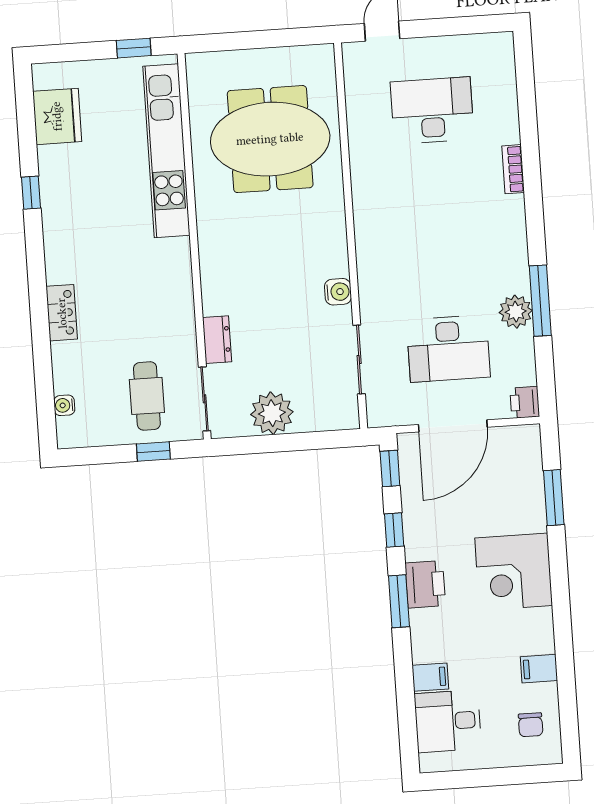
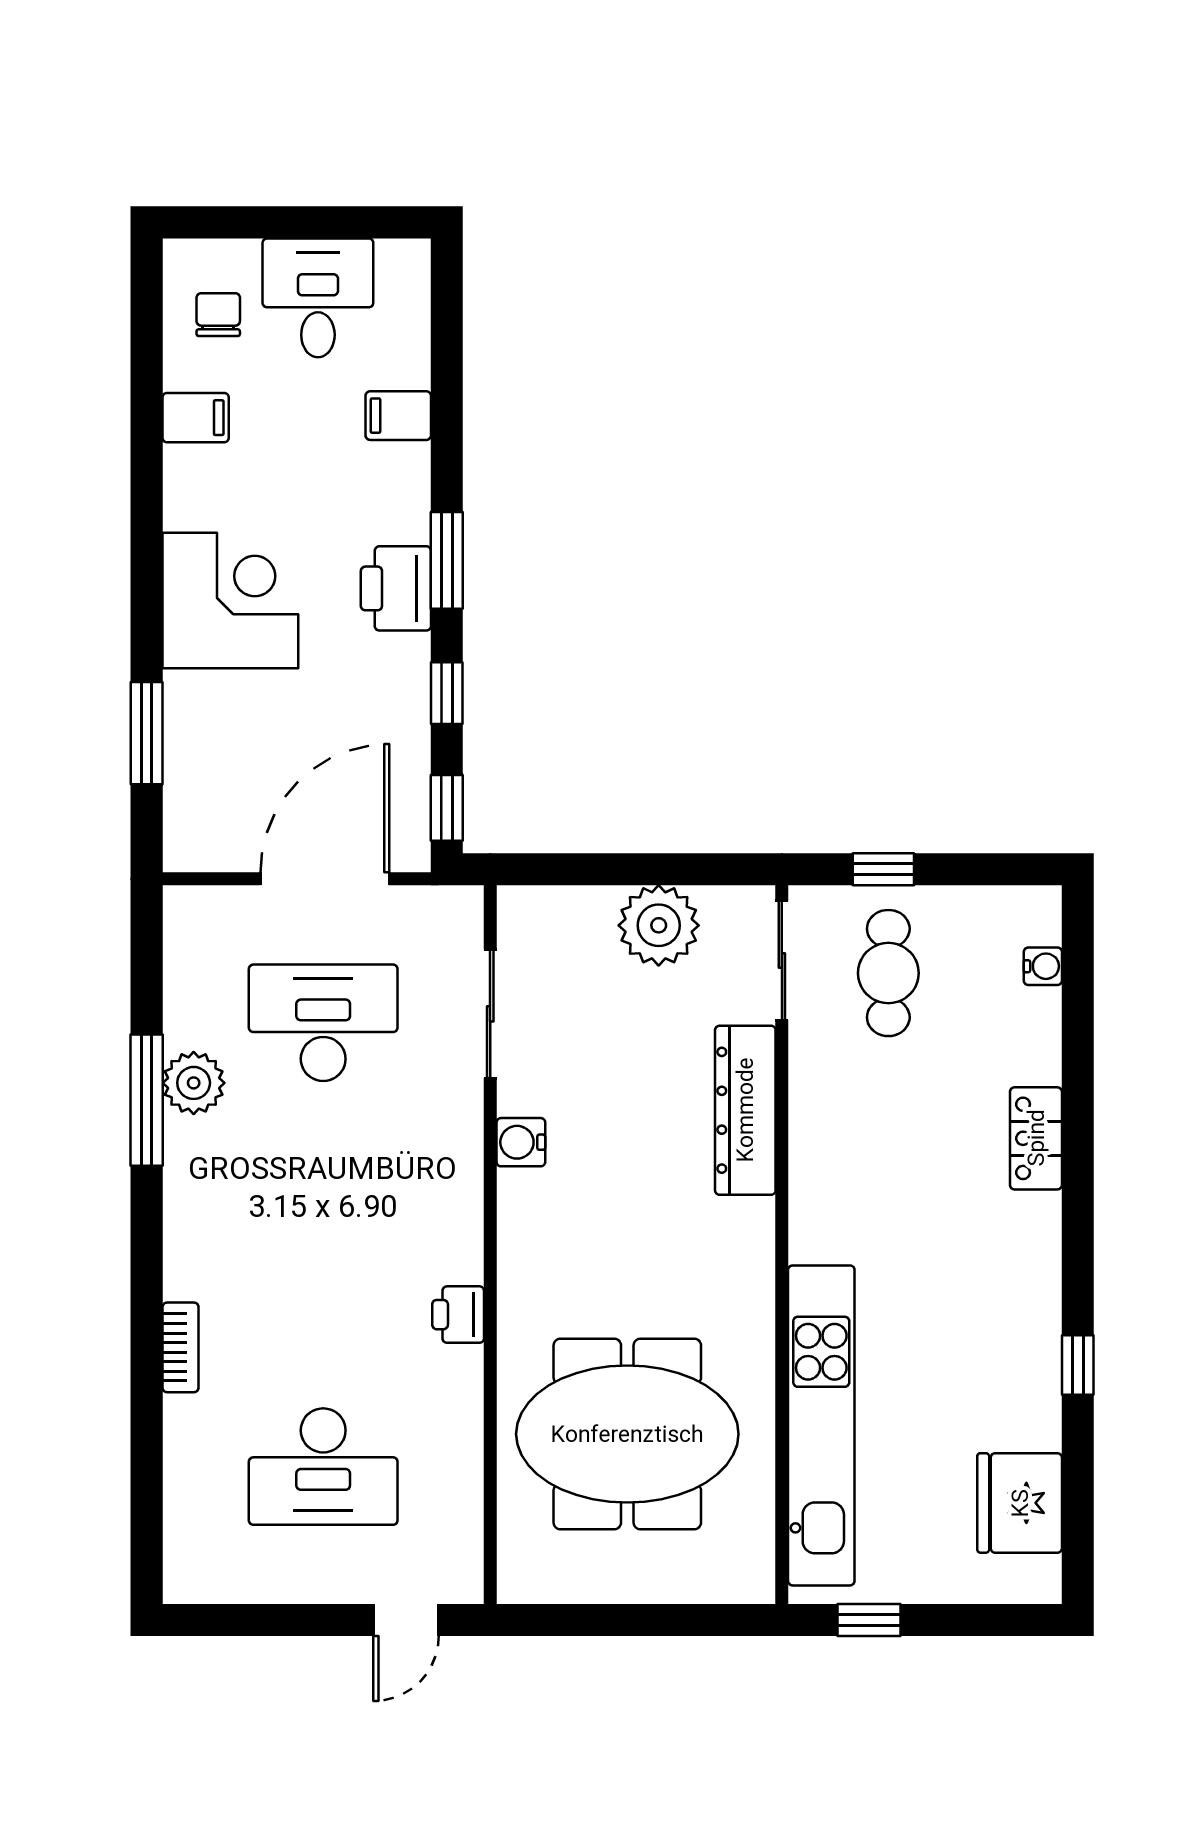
dresser: (217, 340) -> (745, 1110), width x1.96, depth x1.24
printer: (525, 402) -> (458, 1315), moved, turned 180
desk: (448, 721) -> (318, 298), moved, turned -90

